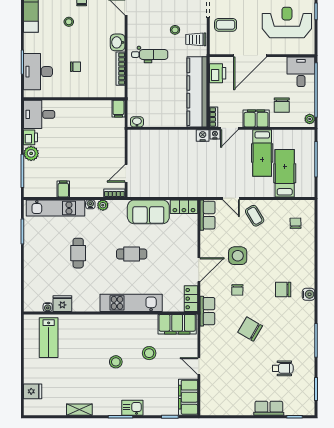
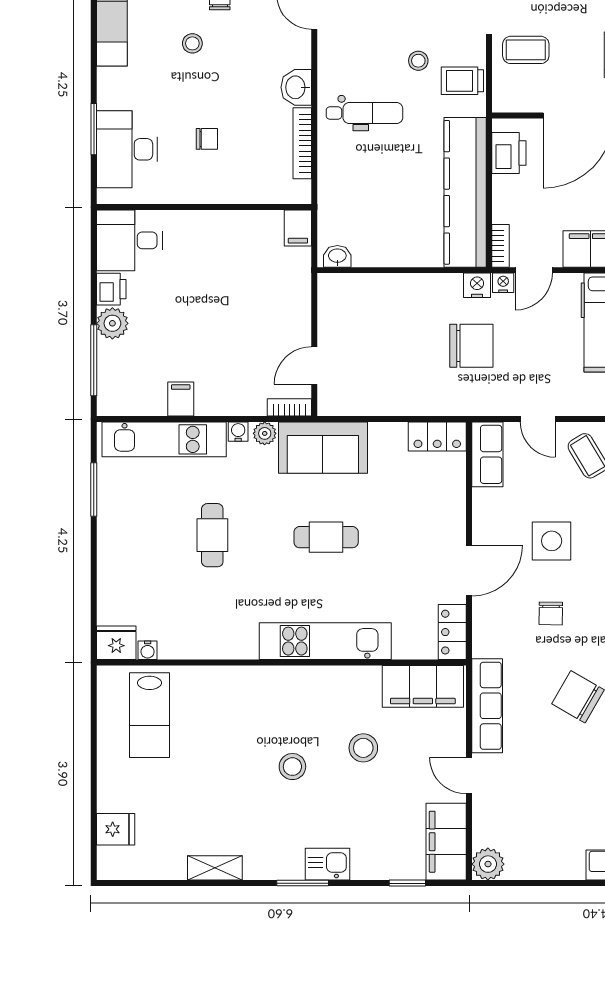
chair: (200, 164) -> (471, 346), added
sofa: (148, 212) -> (323, 448), moved
fridge: (62, 304) -> (116, 643), moved
row of seats: (207, 311) -> (487, 706), moved, width x1.48
plant: (208, 408) -> (488, 864), added

